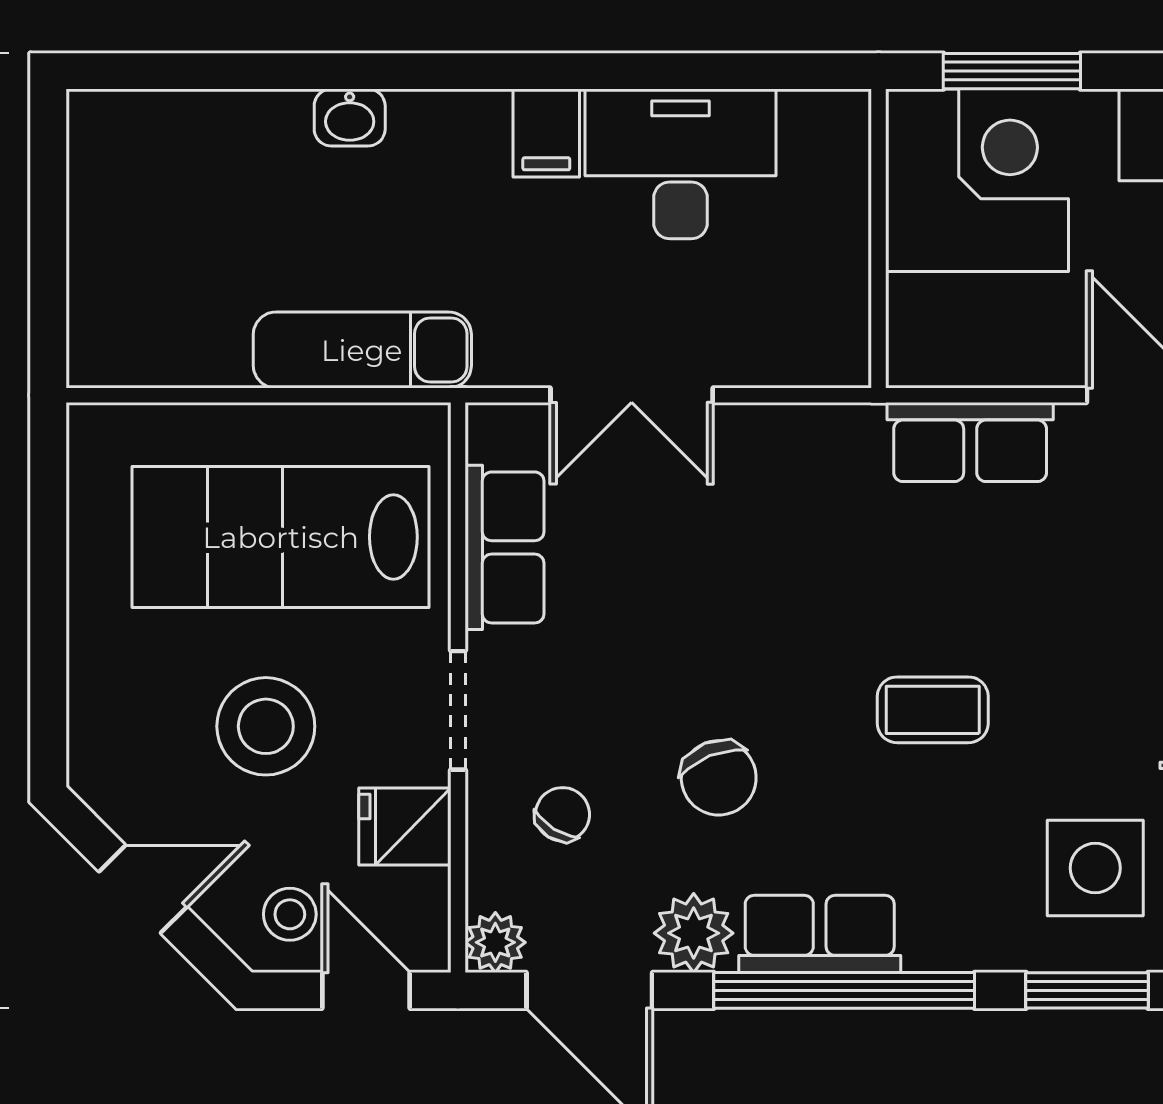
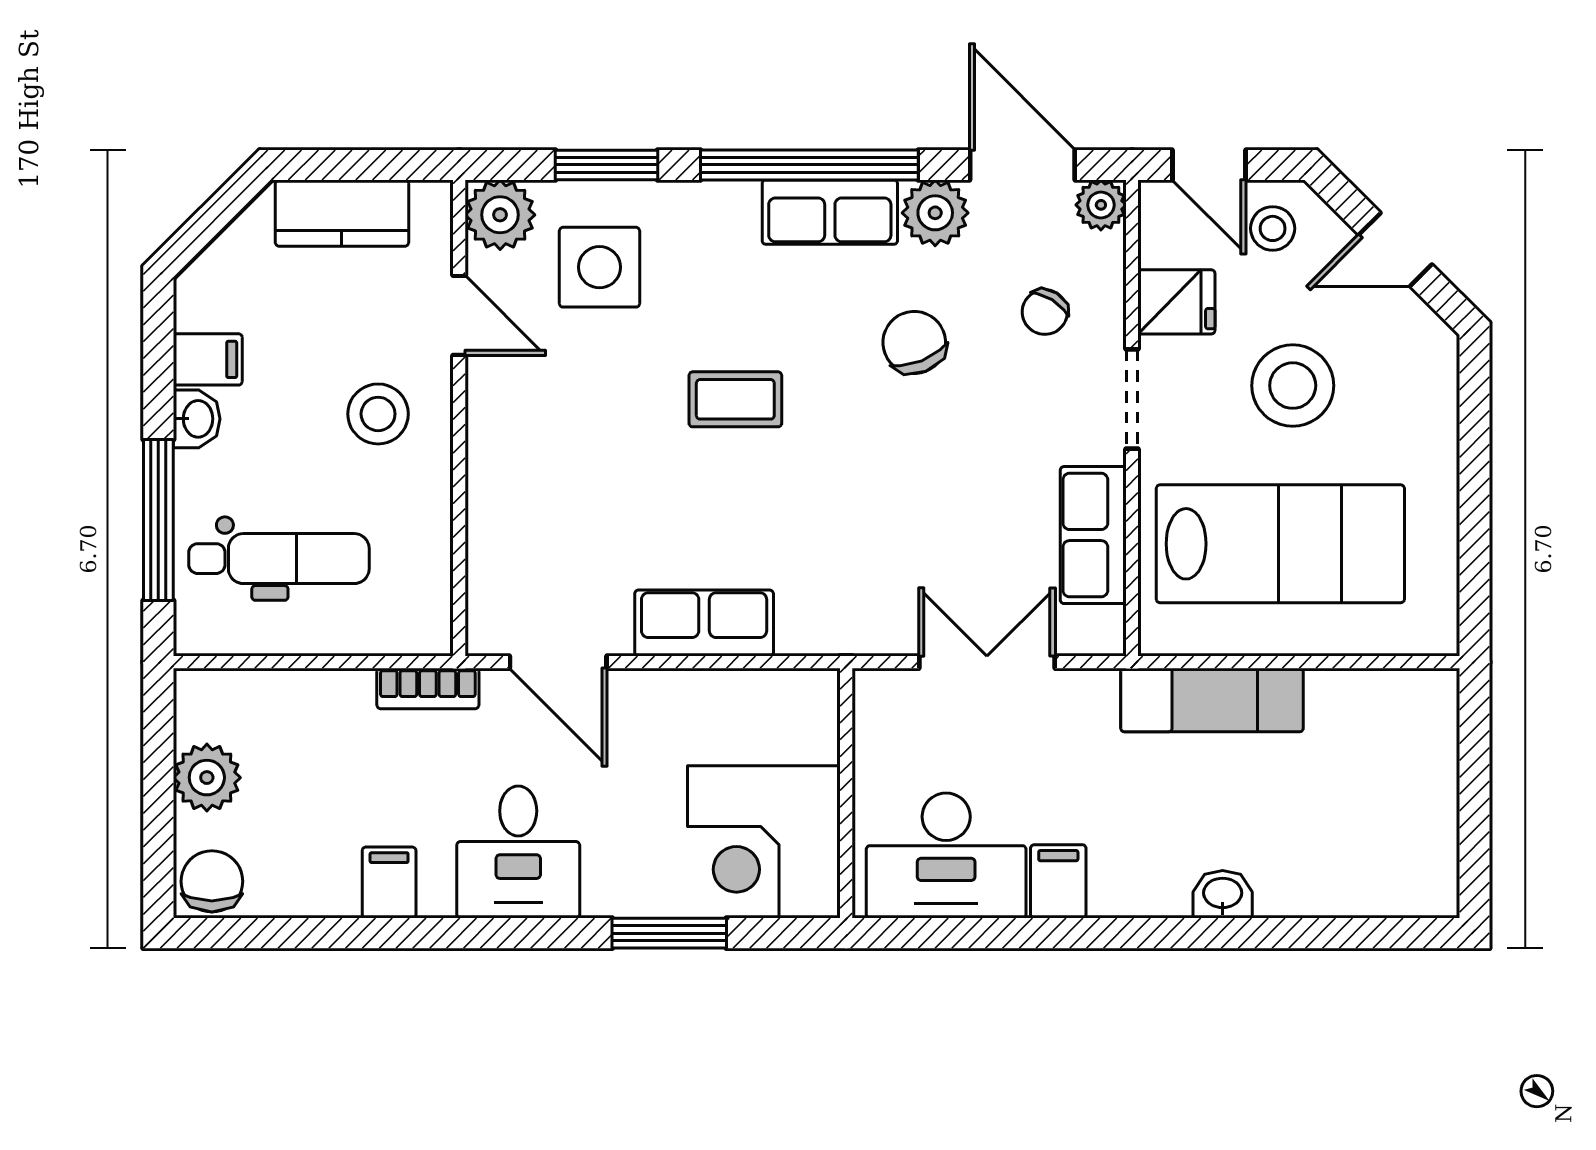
corner desk: (977, 180) -> (764, 842), moved
wall: (878, 239) -> (846, 793), moved

